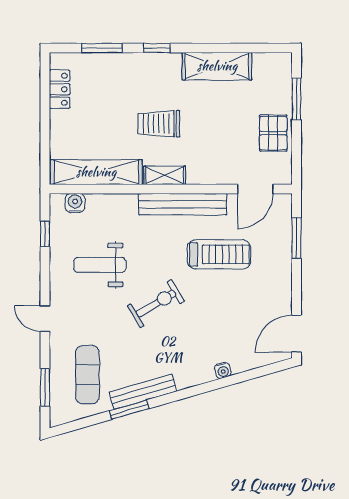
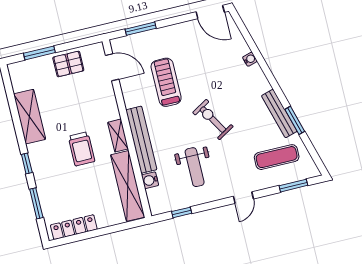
locker: (60, 89) -> (74, 227), width x1.53
water cooler: (75, 203) -> (150, 180), moved
bench: (183, 204) -> (141, 140), moved

